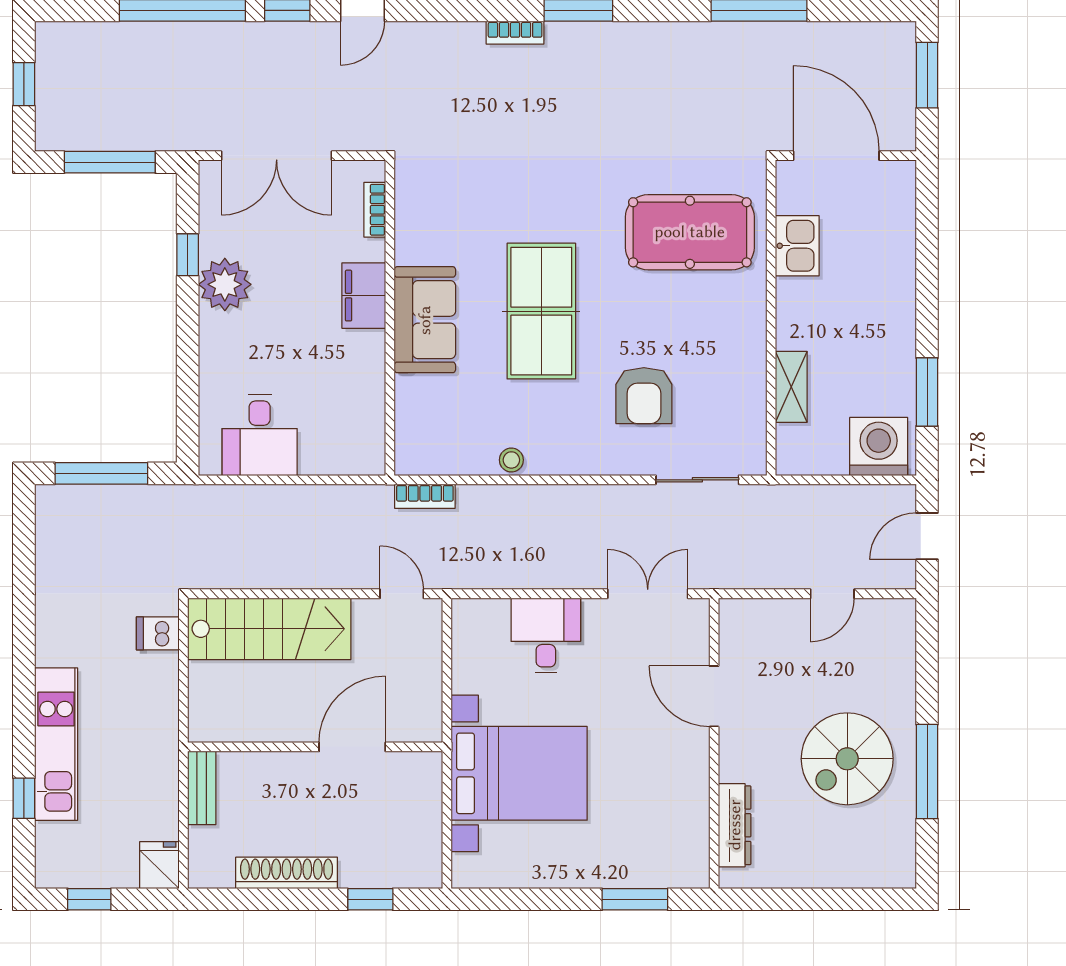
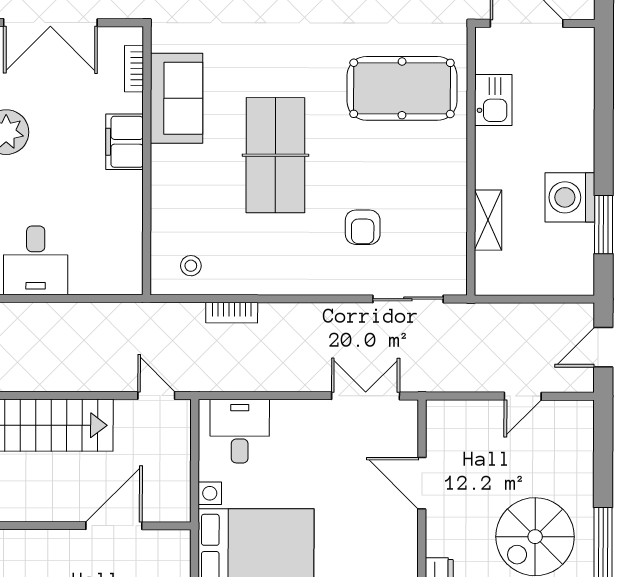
sofa: (425, 320) -> (177, 98), moved
armchair: (644, 396) -> (363, 227), width x0.72, depth x0.72
washing machine: (879, 446) -> (570, 197), moved, turned -90
stool: (511, 460) -> (191, 266), moved
bookcase: (425, 496) -> (232, 313), moved
desk: (546, 635) -> (240, 431), moved

